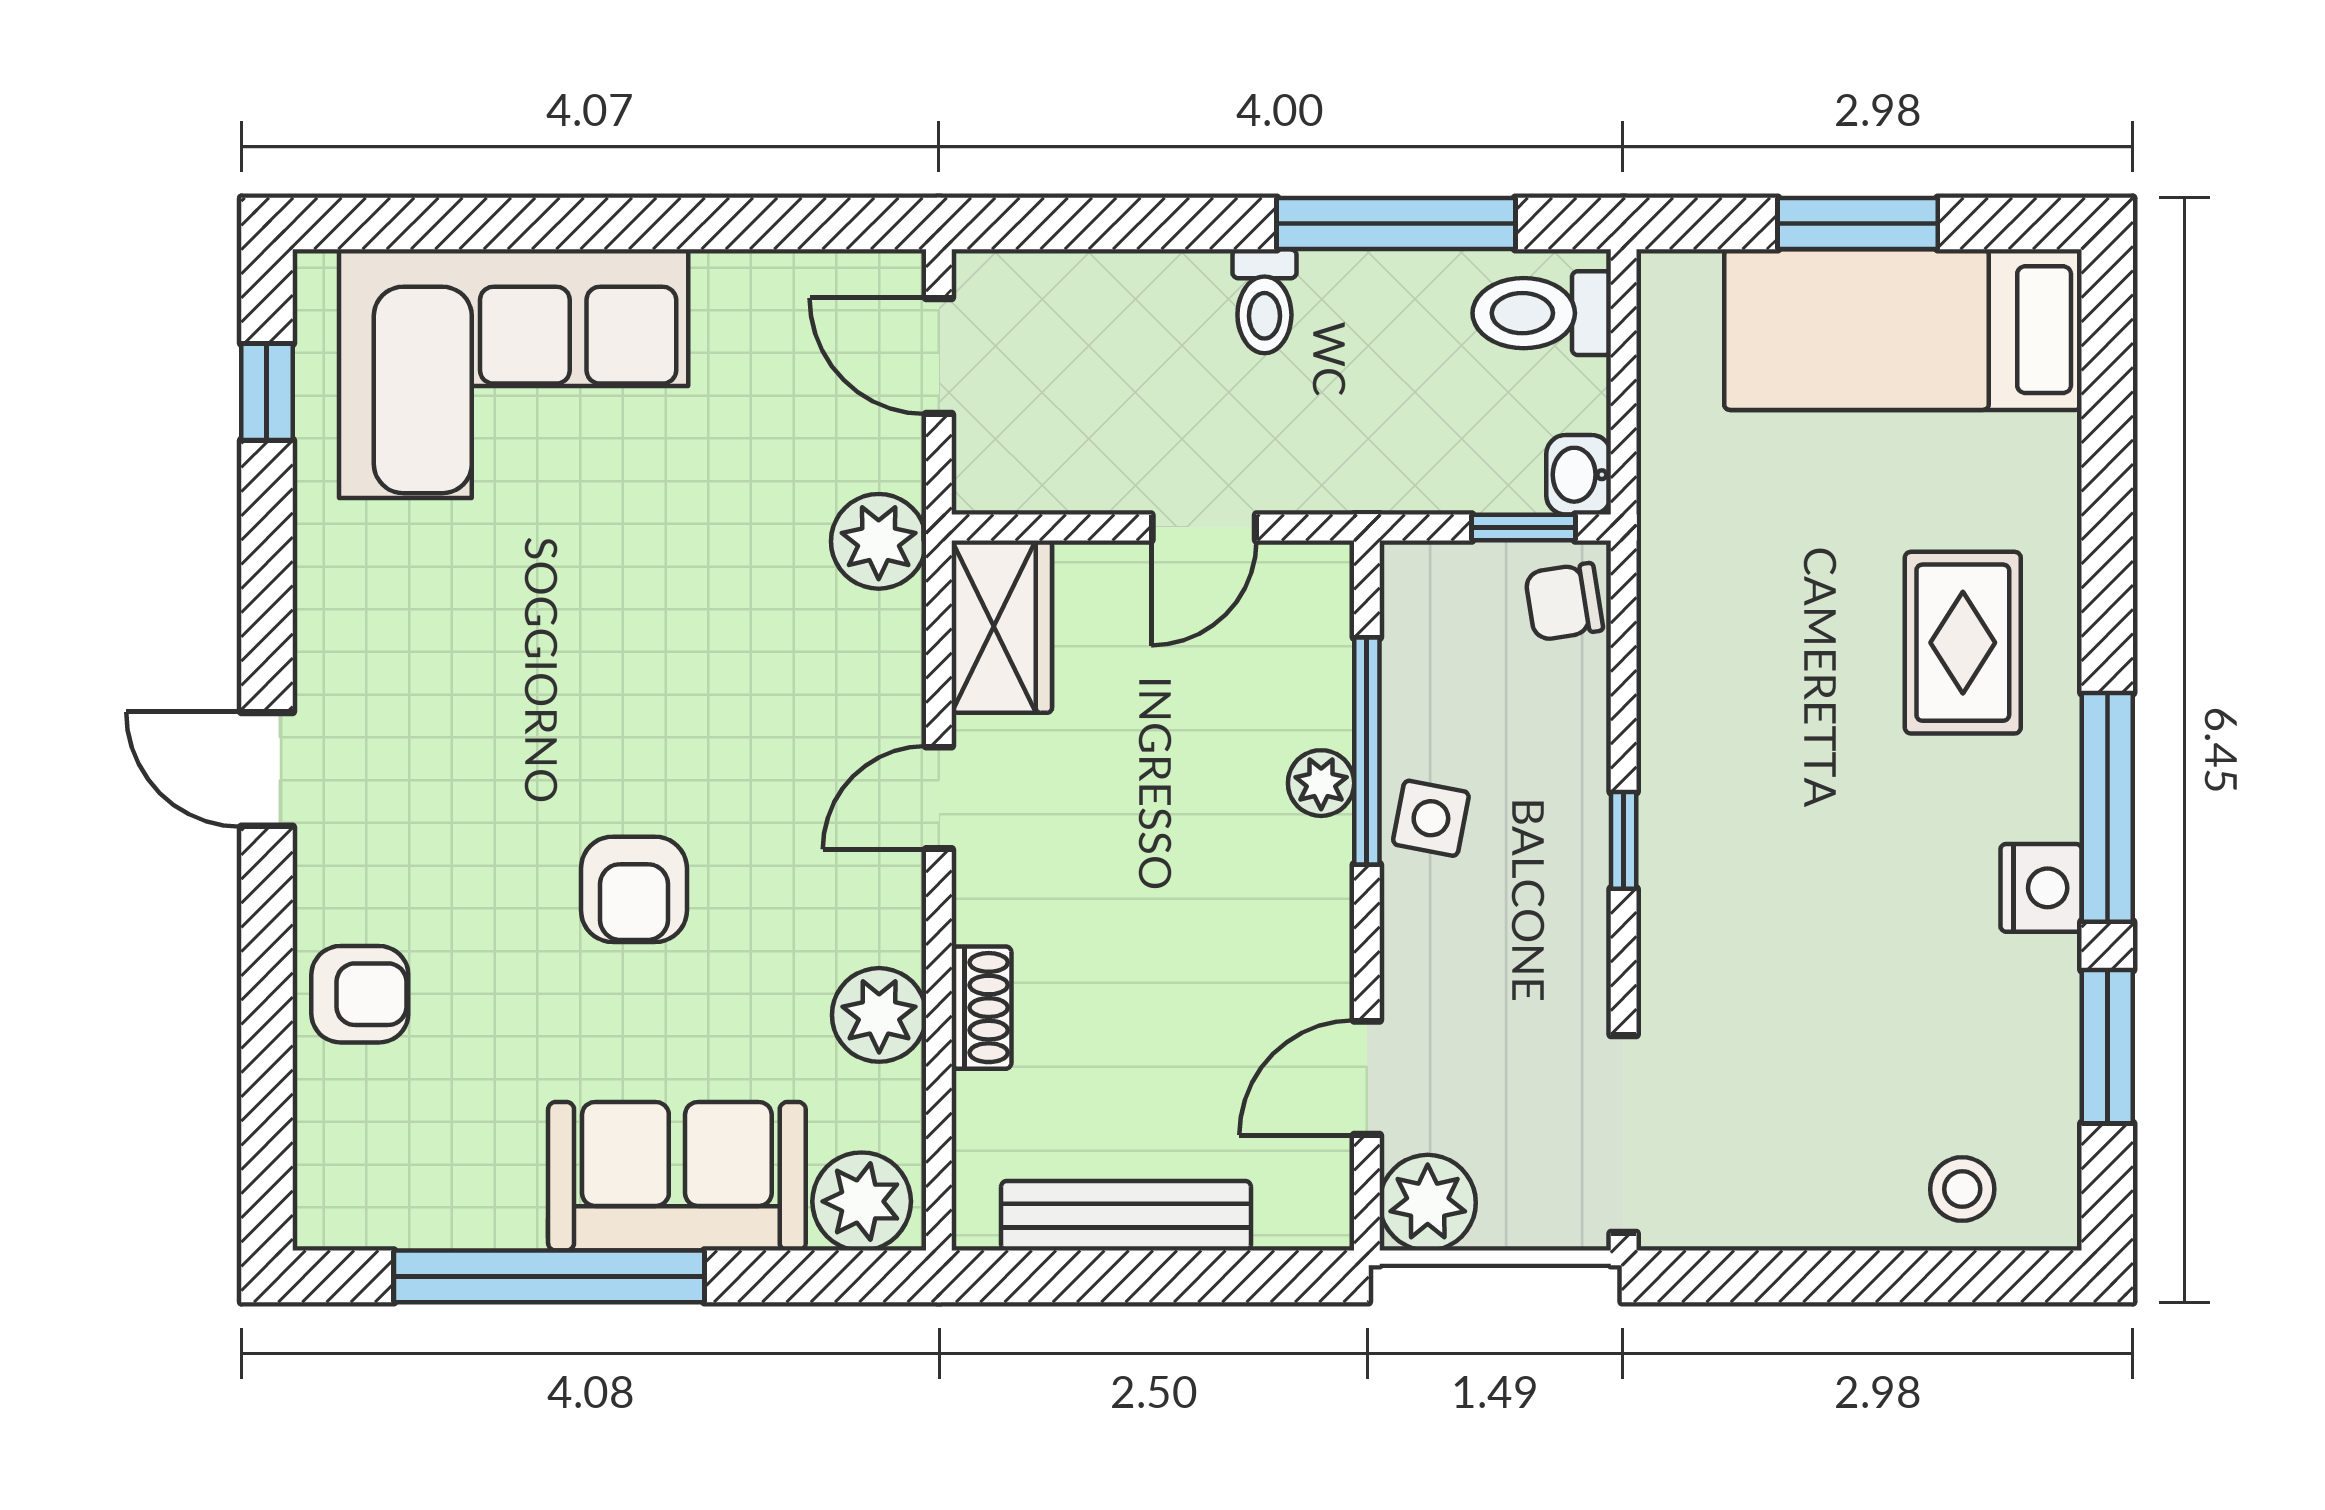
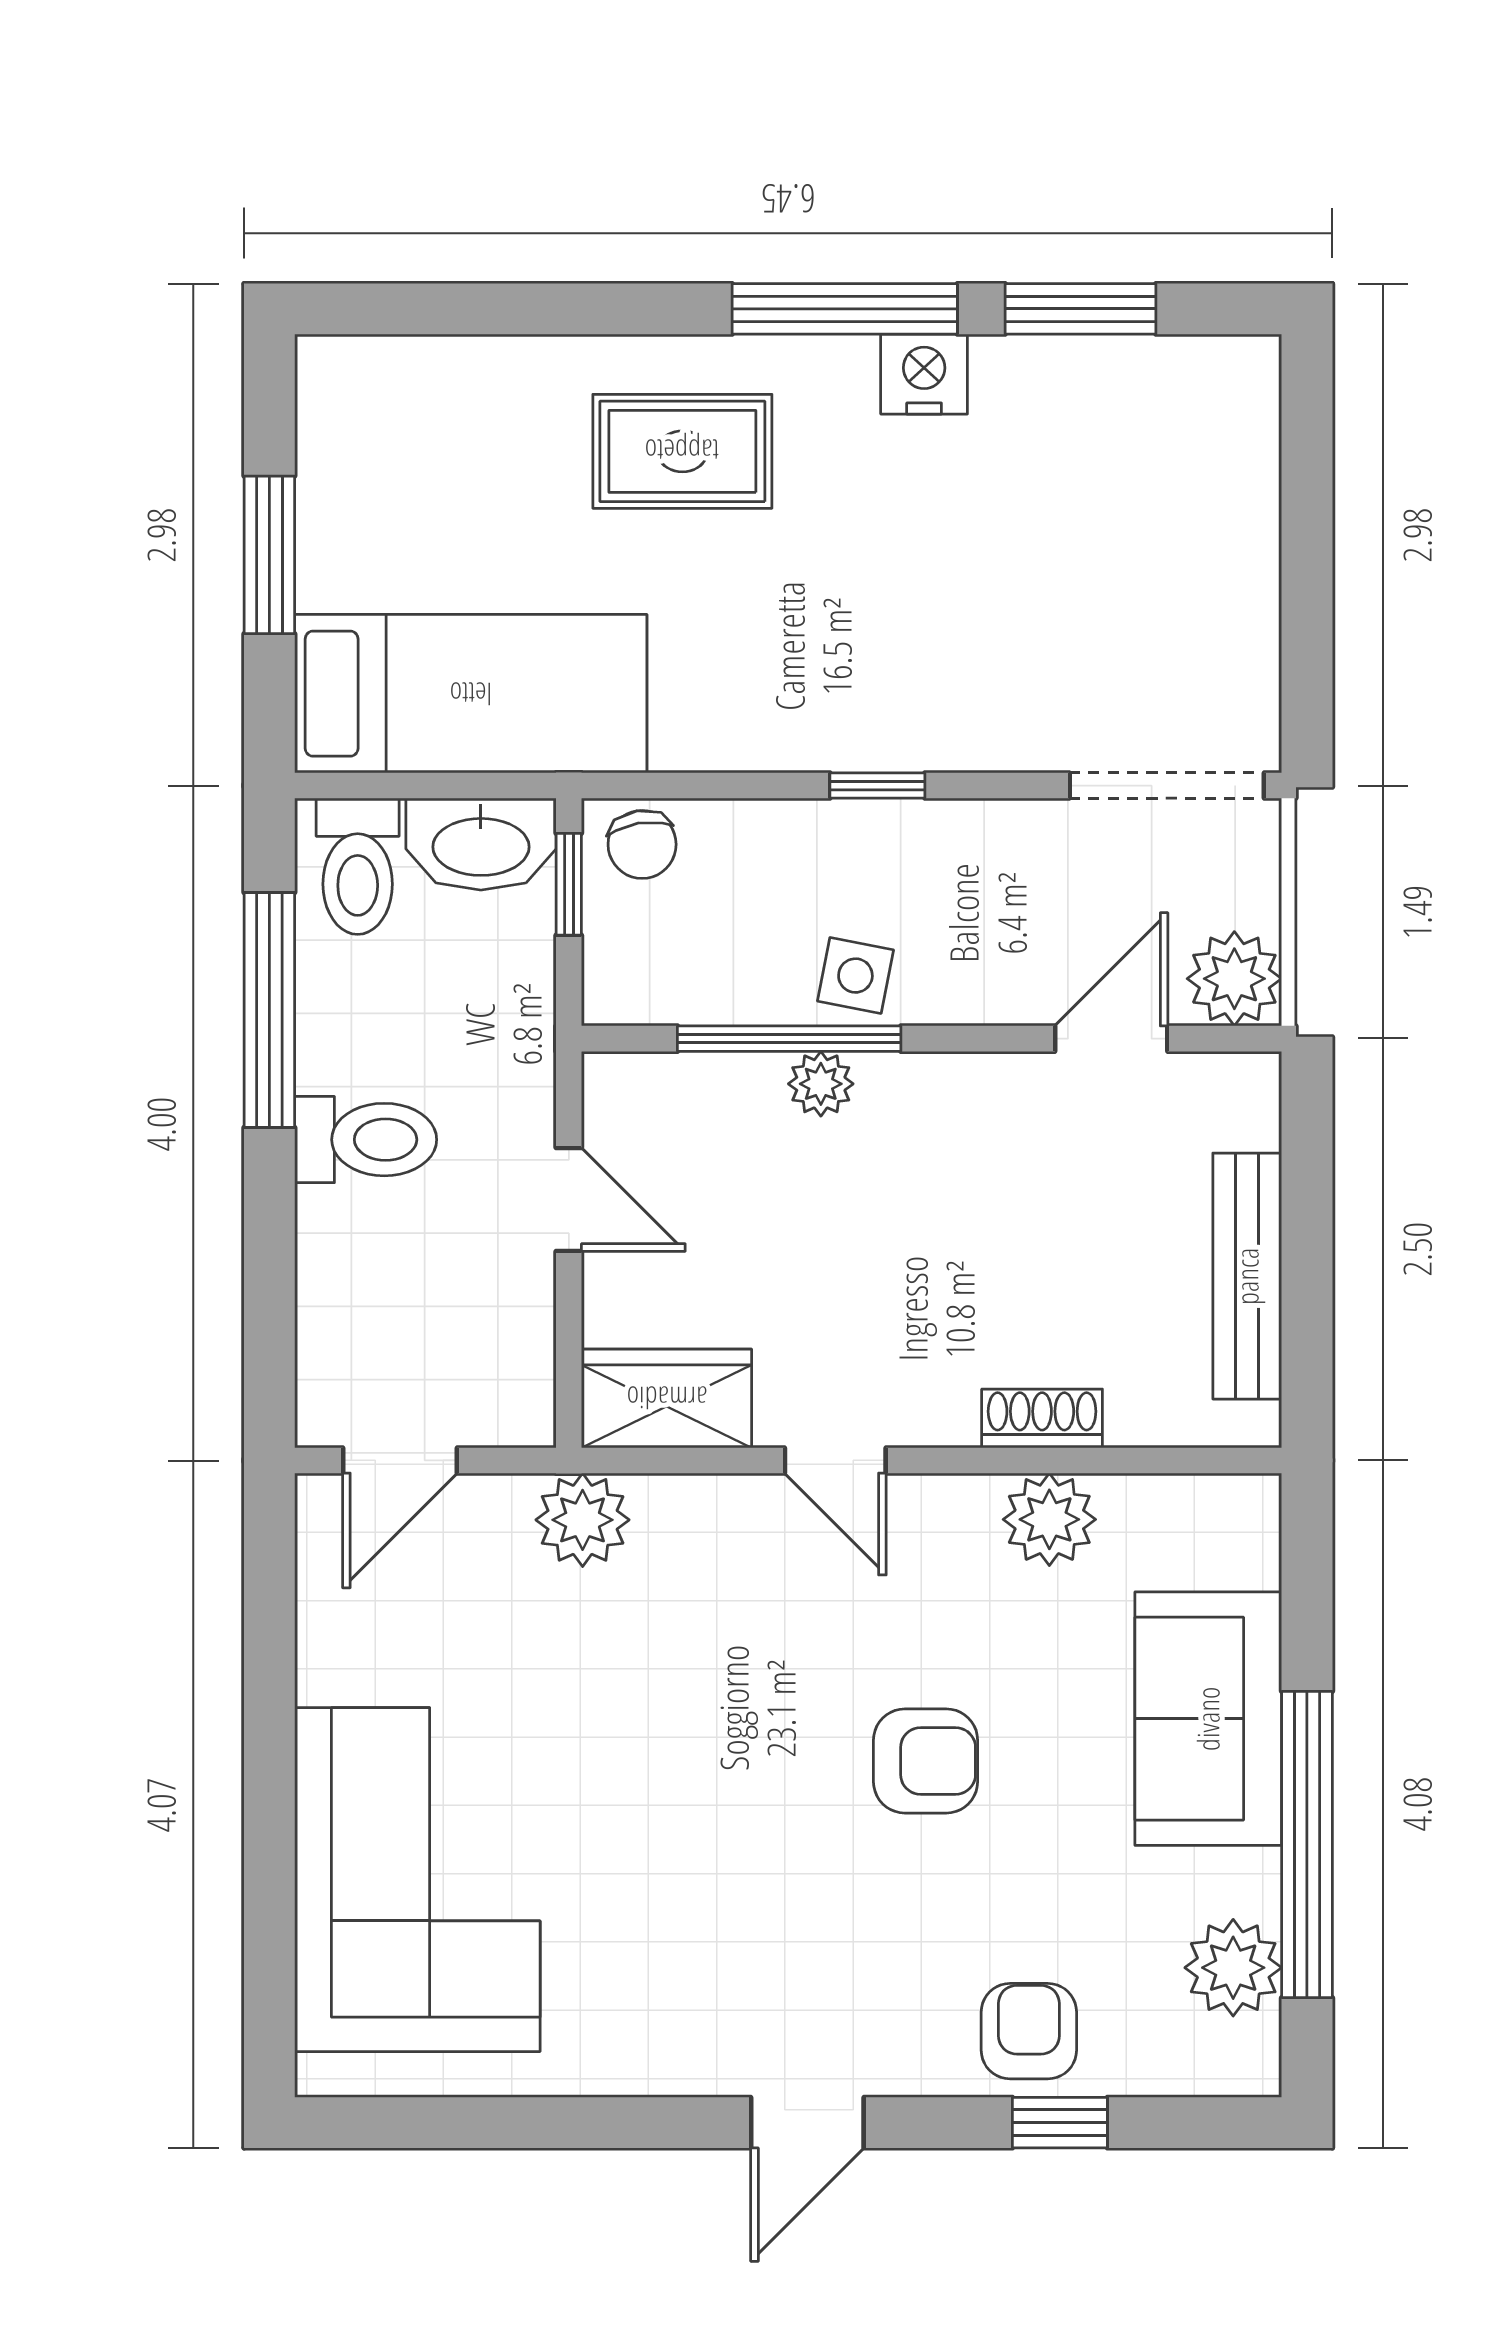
toilet: (1264, 301) -> (366, 1140), width x1.37, depth x1.39
bed: (1903, 330) -> (471, 694), moved, turned -90
window: (267, 392) -> (1060, 2123), moved
washbasin: (1579, 475) -> (481, 844), width x1.91, depth x1.45
door: (1367, 1078) -> (1111, 1039), swing flipped
stool: (1962, 1189) -> (1221, 452), removed
plant: (862, 1201) -> (1233, 1968), moved

